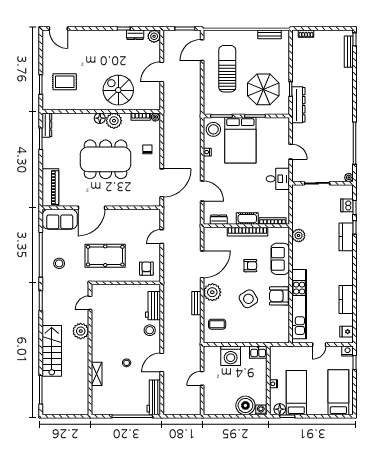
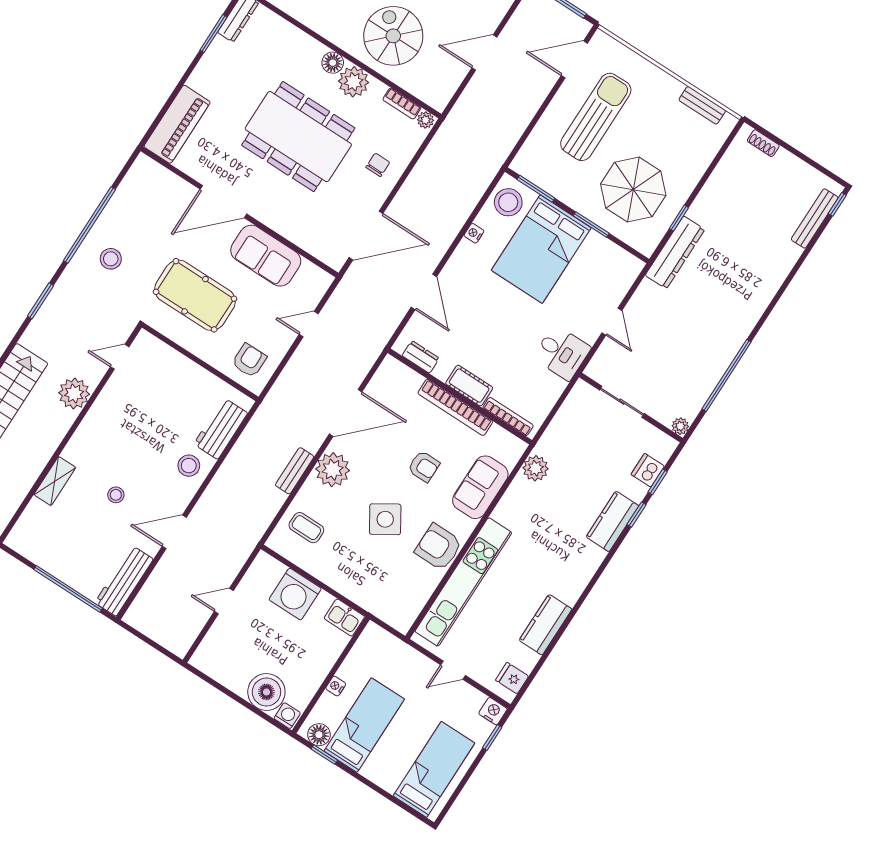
sofa: (60, 219) -> (266, 256), moved

